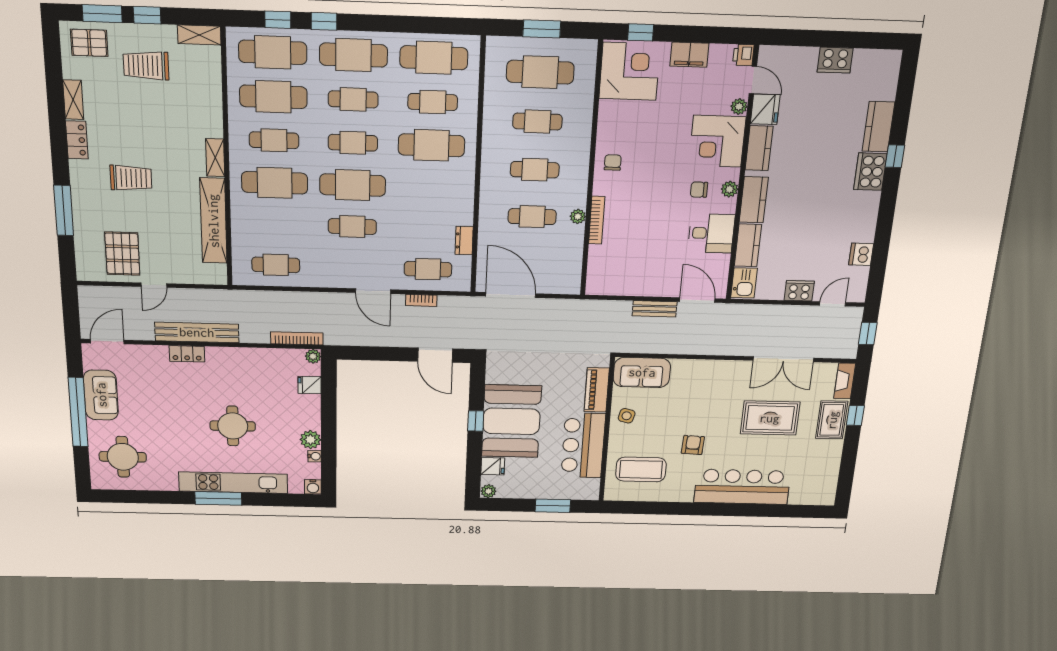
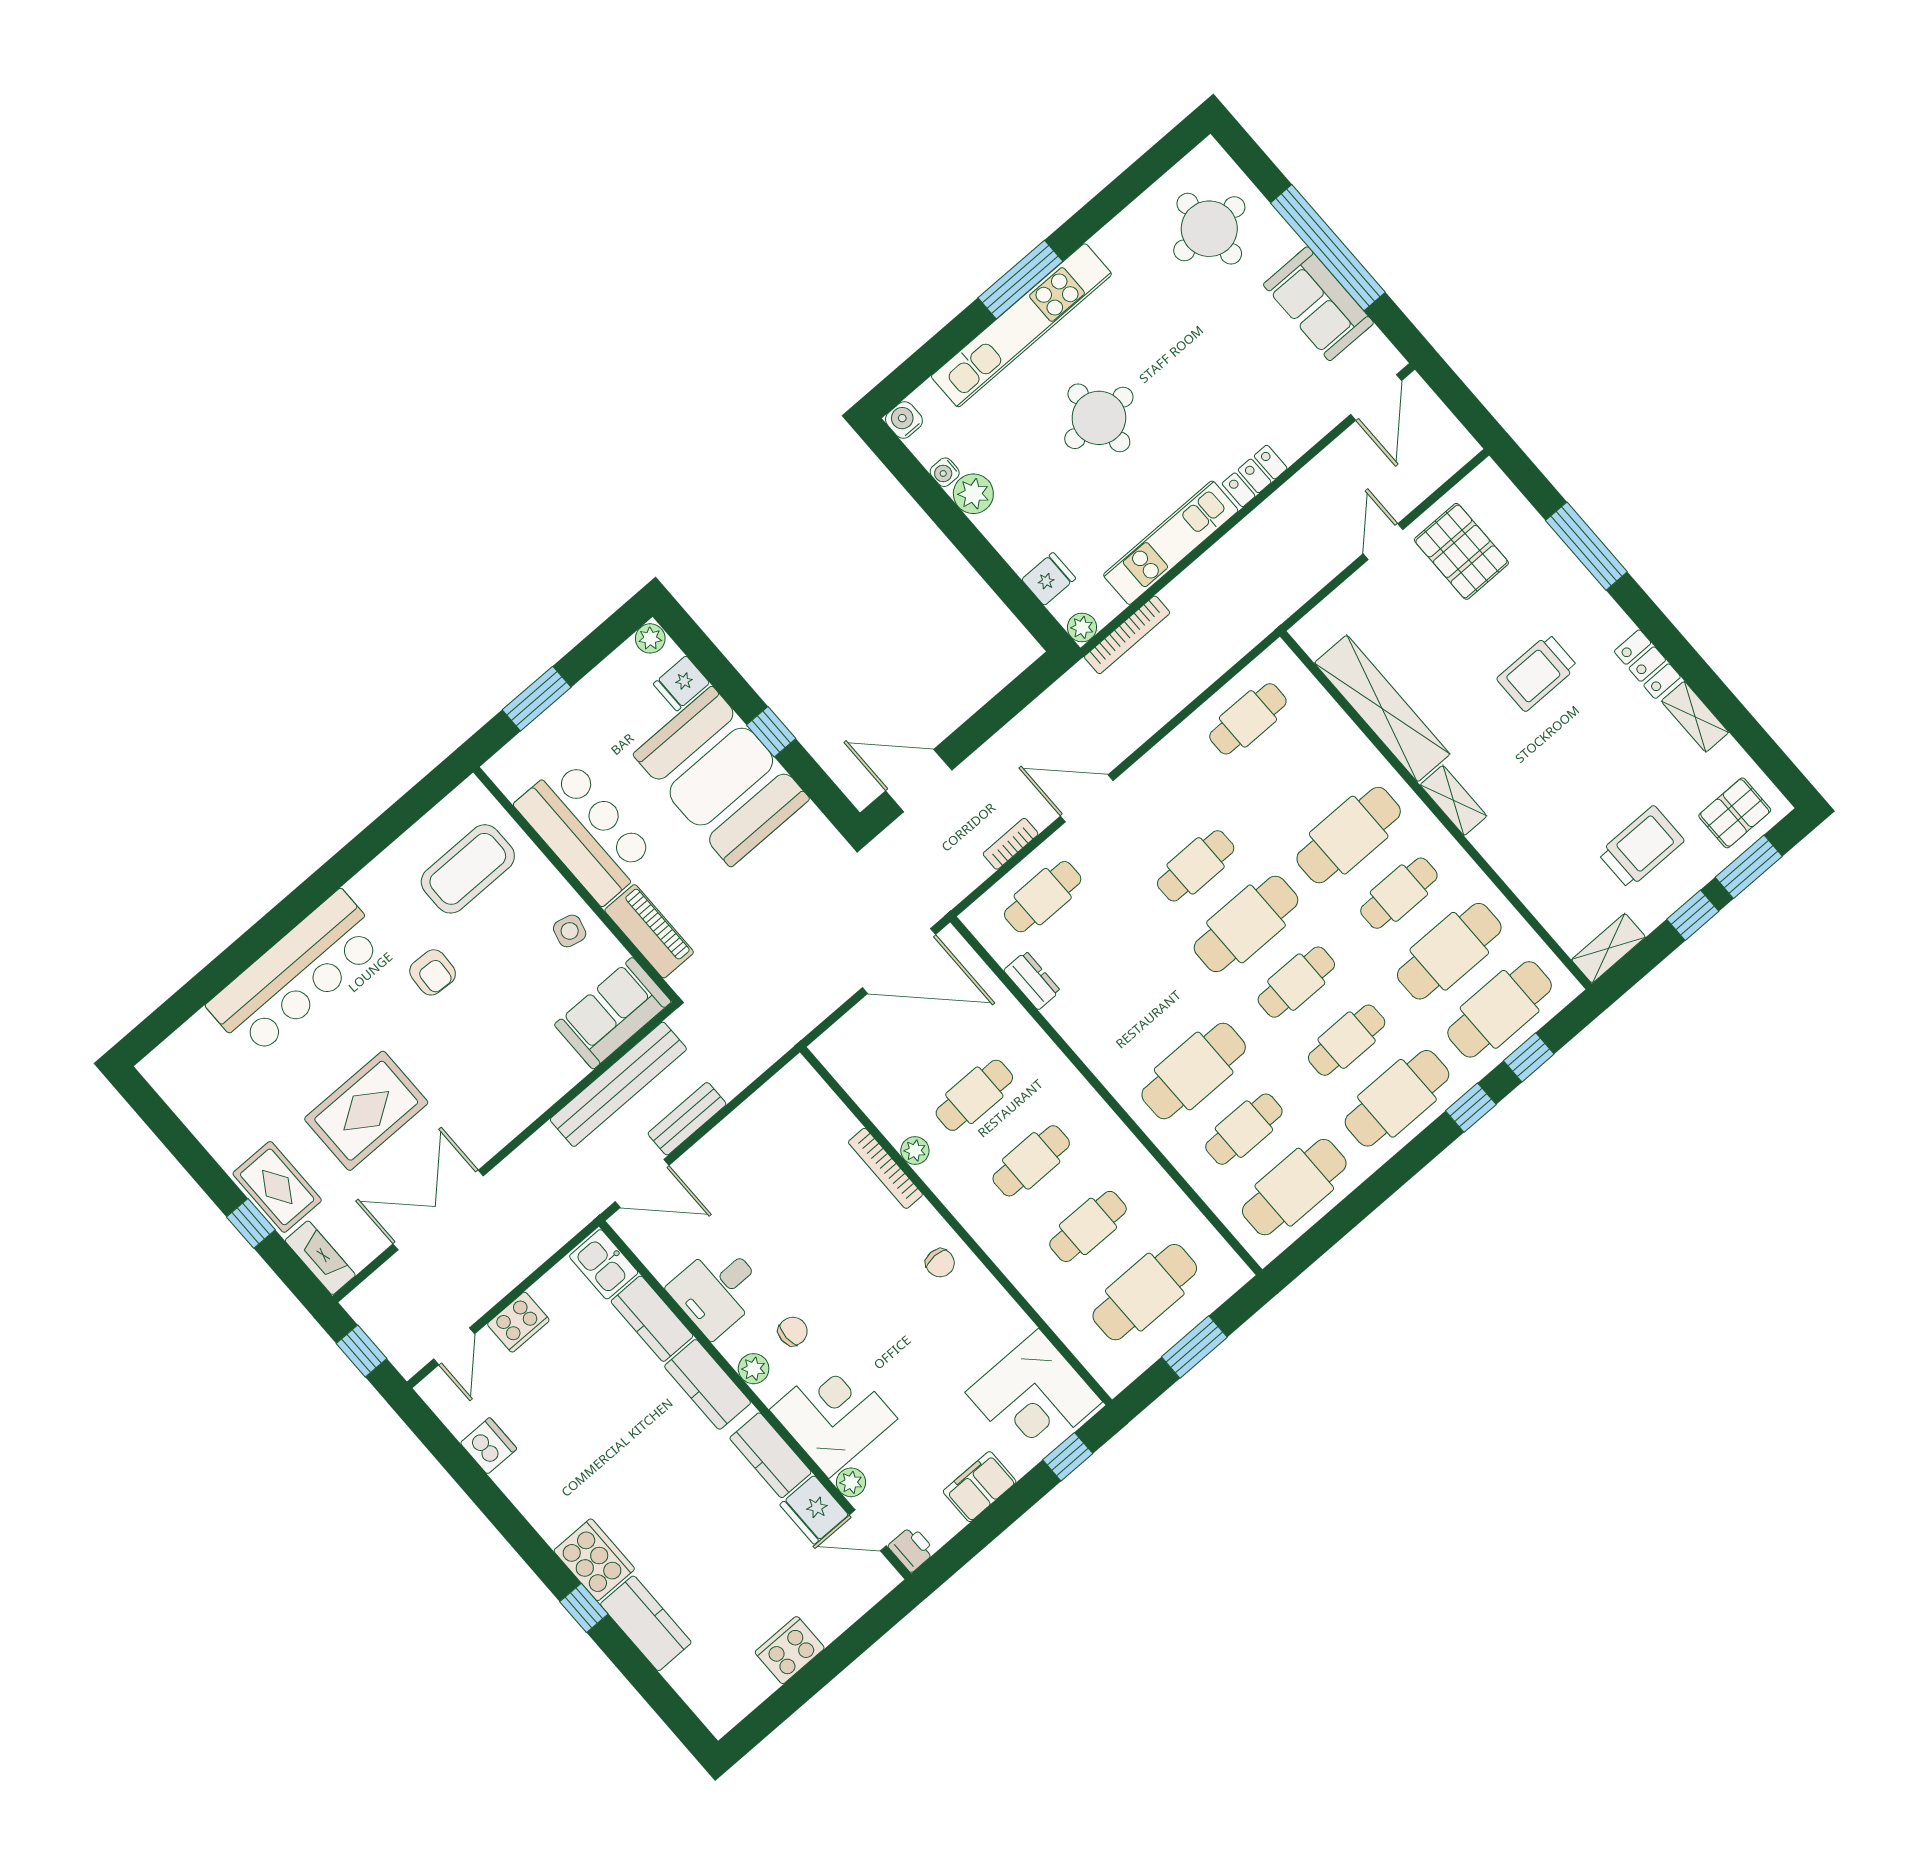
bench: (197, 332) -> (618, 1084), moved
kitchen unit: (246, 358) -> (1171, 543), added

